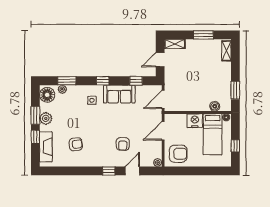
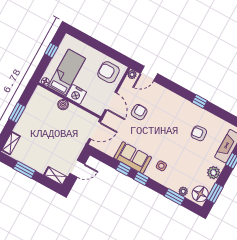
window: (136, 81) -> (124, 169), moved
window: (235, 90) -> (17, 113), moved
boiler: (215, 106) -> (63, 105), moved
window: (35, 115) -> (215, 193), moved
door: (163, 131) -> (111, 101), hinge flipped
armchair: (123, 144) -> (139, 112), moved
window: (109, 171) -> (200, 101), moved
door: (132, 171) -> (149, 74), moved

